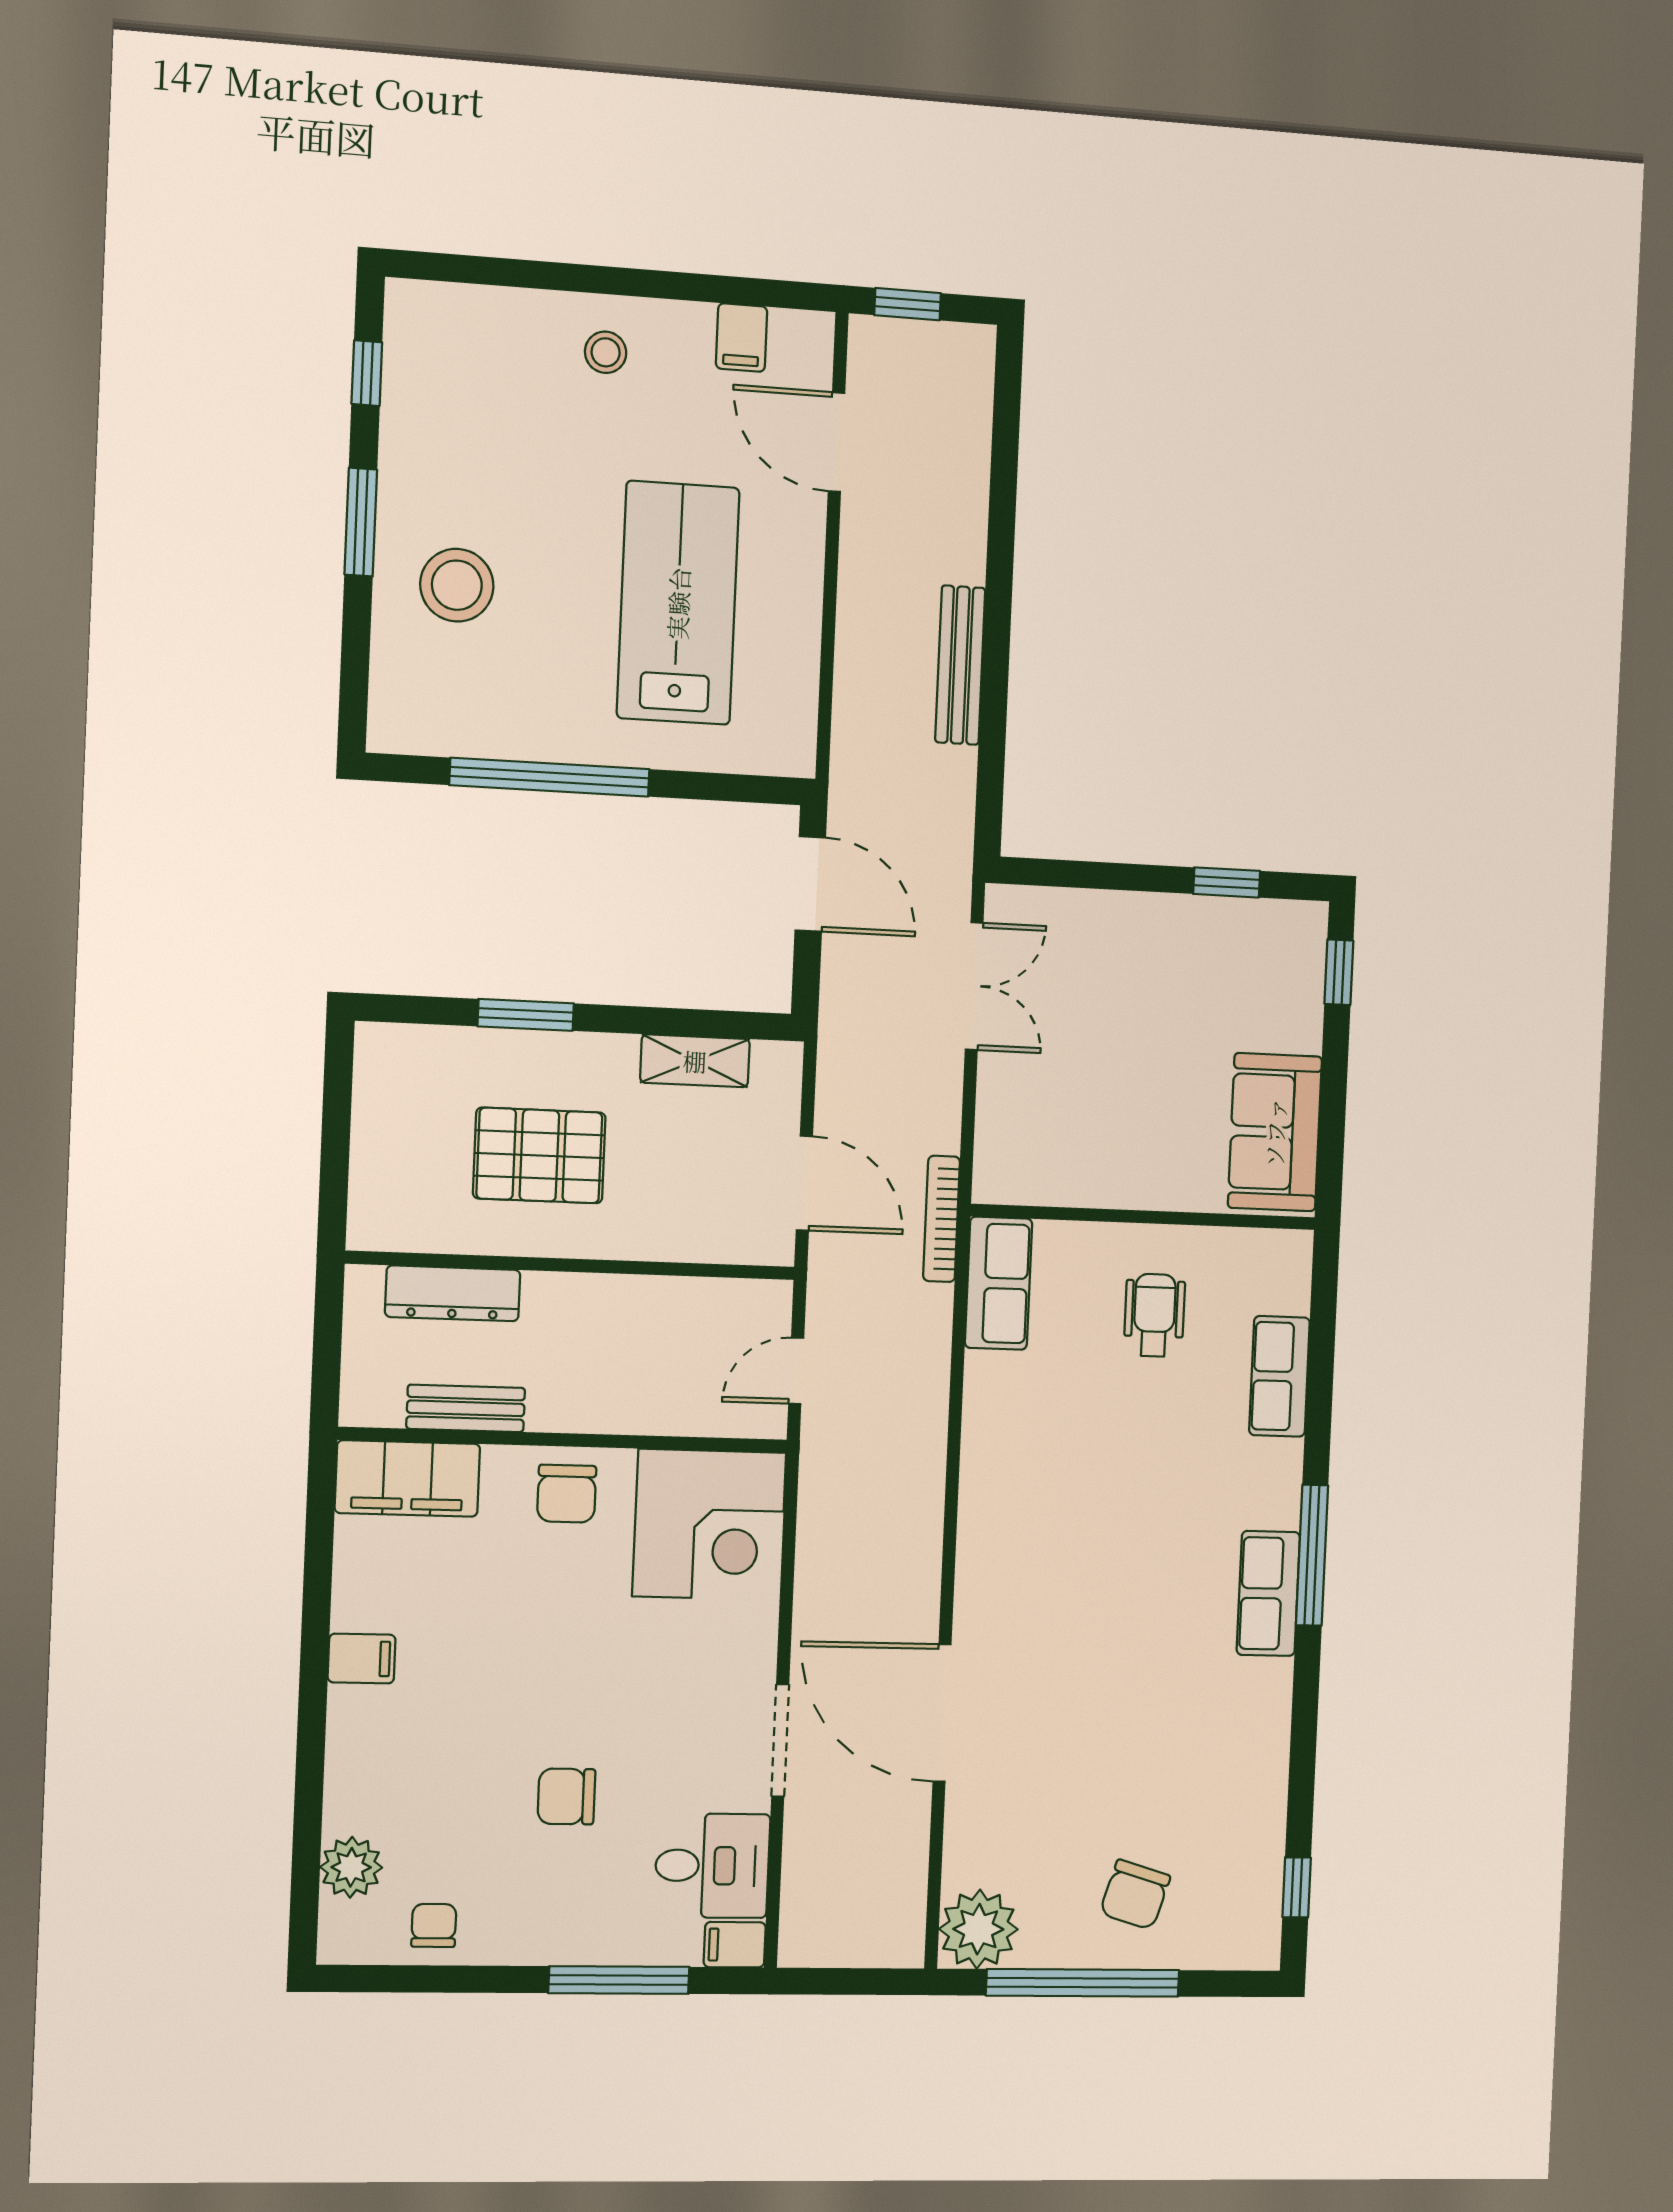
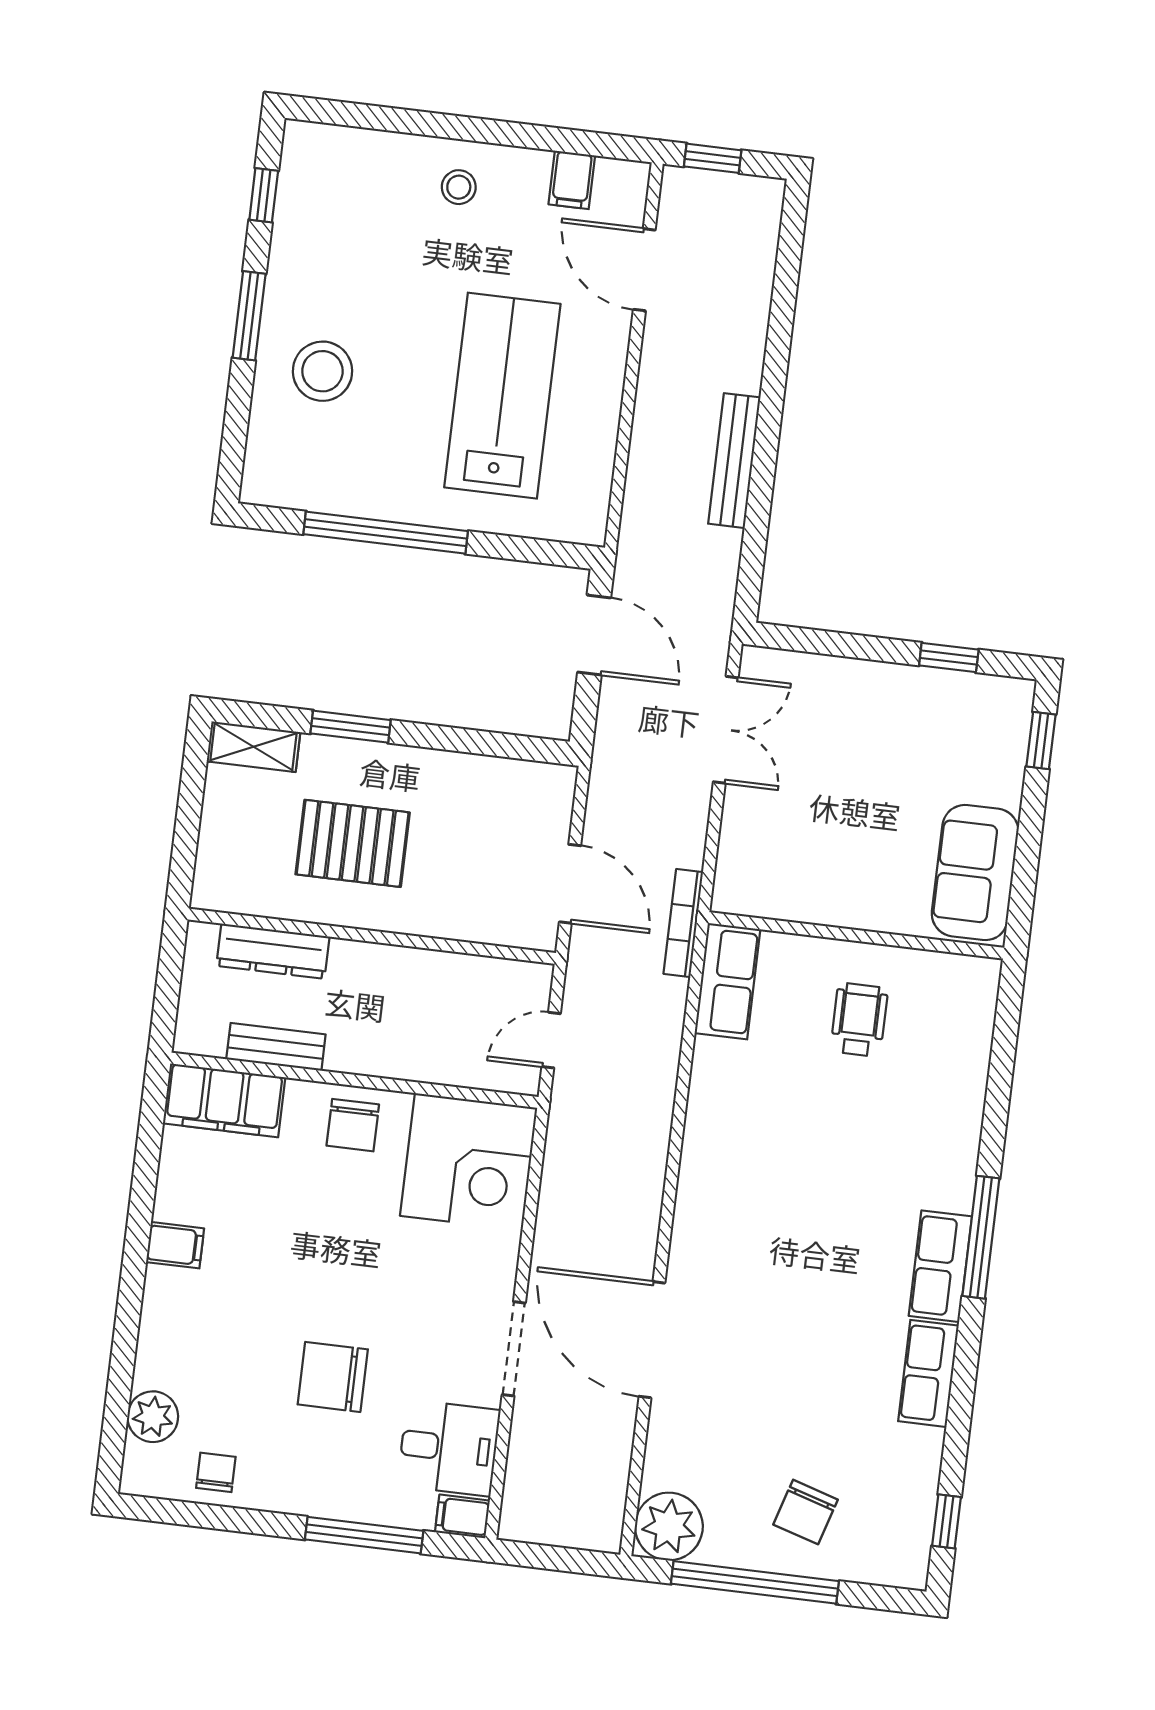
shelving: (695, 1061) -> (254, 747), moved
row of seats: (1279, 1376) -> (928, 1373), moved
chair: (566, 1796) -> (333, 1377), width x1.37, depth x1.37

